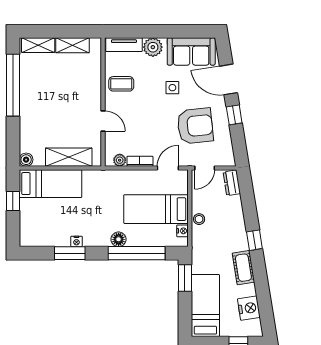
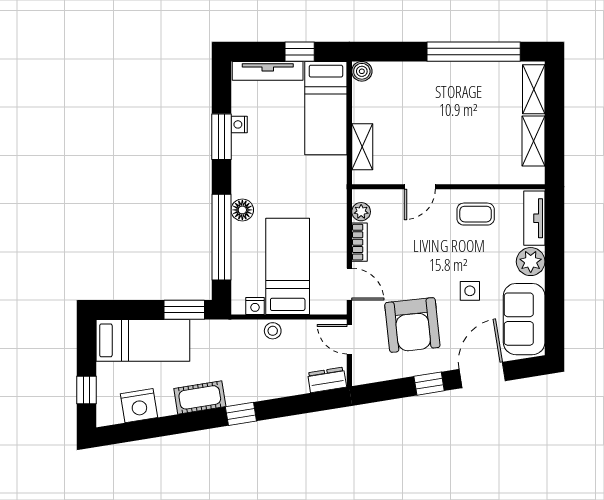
coffee table: (121, 84) -> (476, 214), turned 90
shelving: (69, 157) -> (362, 147), width x0.67, depth x0.75
tv unit: (26, 222) -> (268, 71), added
nightstand: (76, 241) -> (239, 124), moved

